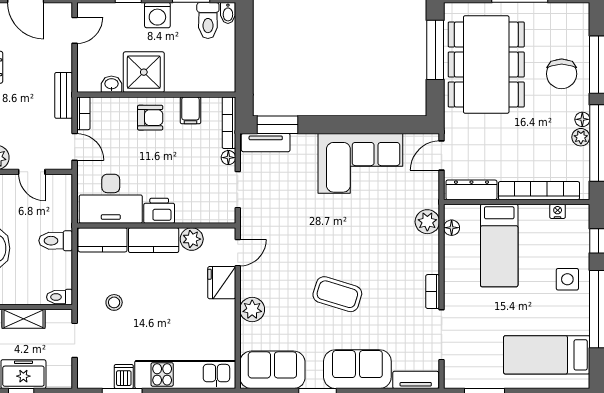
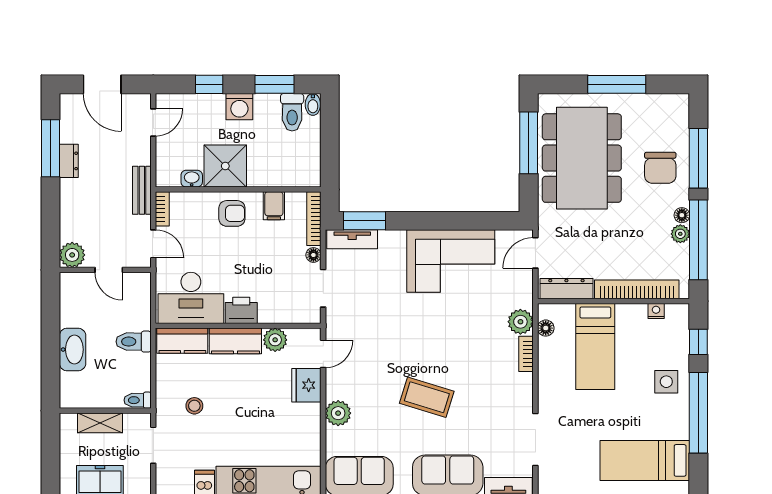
bookcase: (433, 292) -> (526, 354), moved

